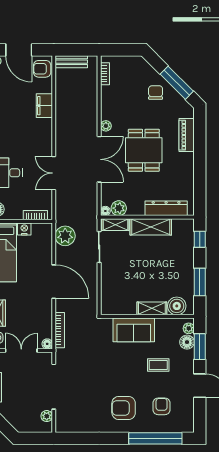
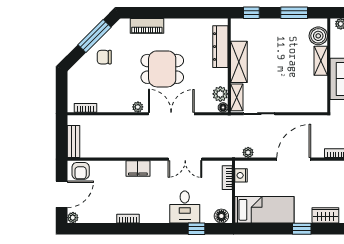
filing cabinet: (44, 106) -> (138, 169), moved
nightstand: (24, 229) -> (241, 175), moved
plant: (65, 236) -> (248, 152), width x0.53, depth x0.53

